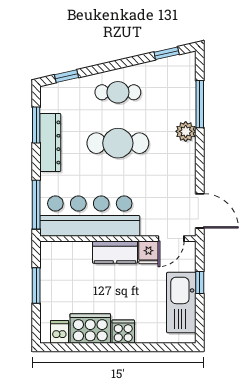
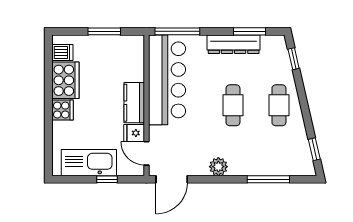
plant: (186, 131) -> (218, 167), moved
cafe table: (118, 143) -> (233, 105), width x0.73, depth x0.74

